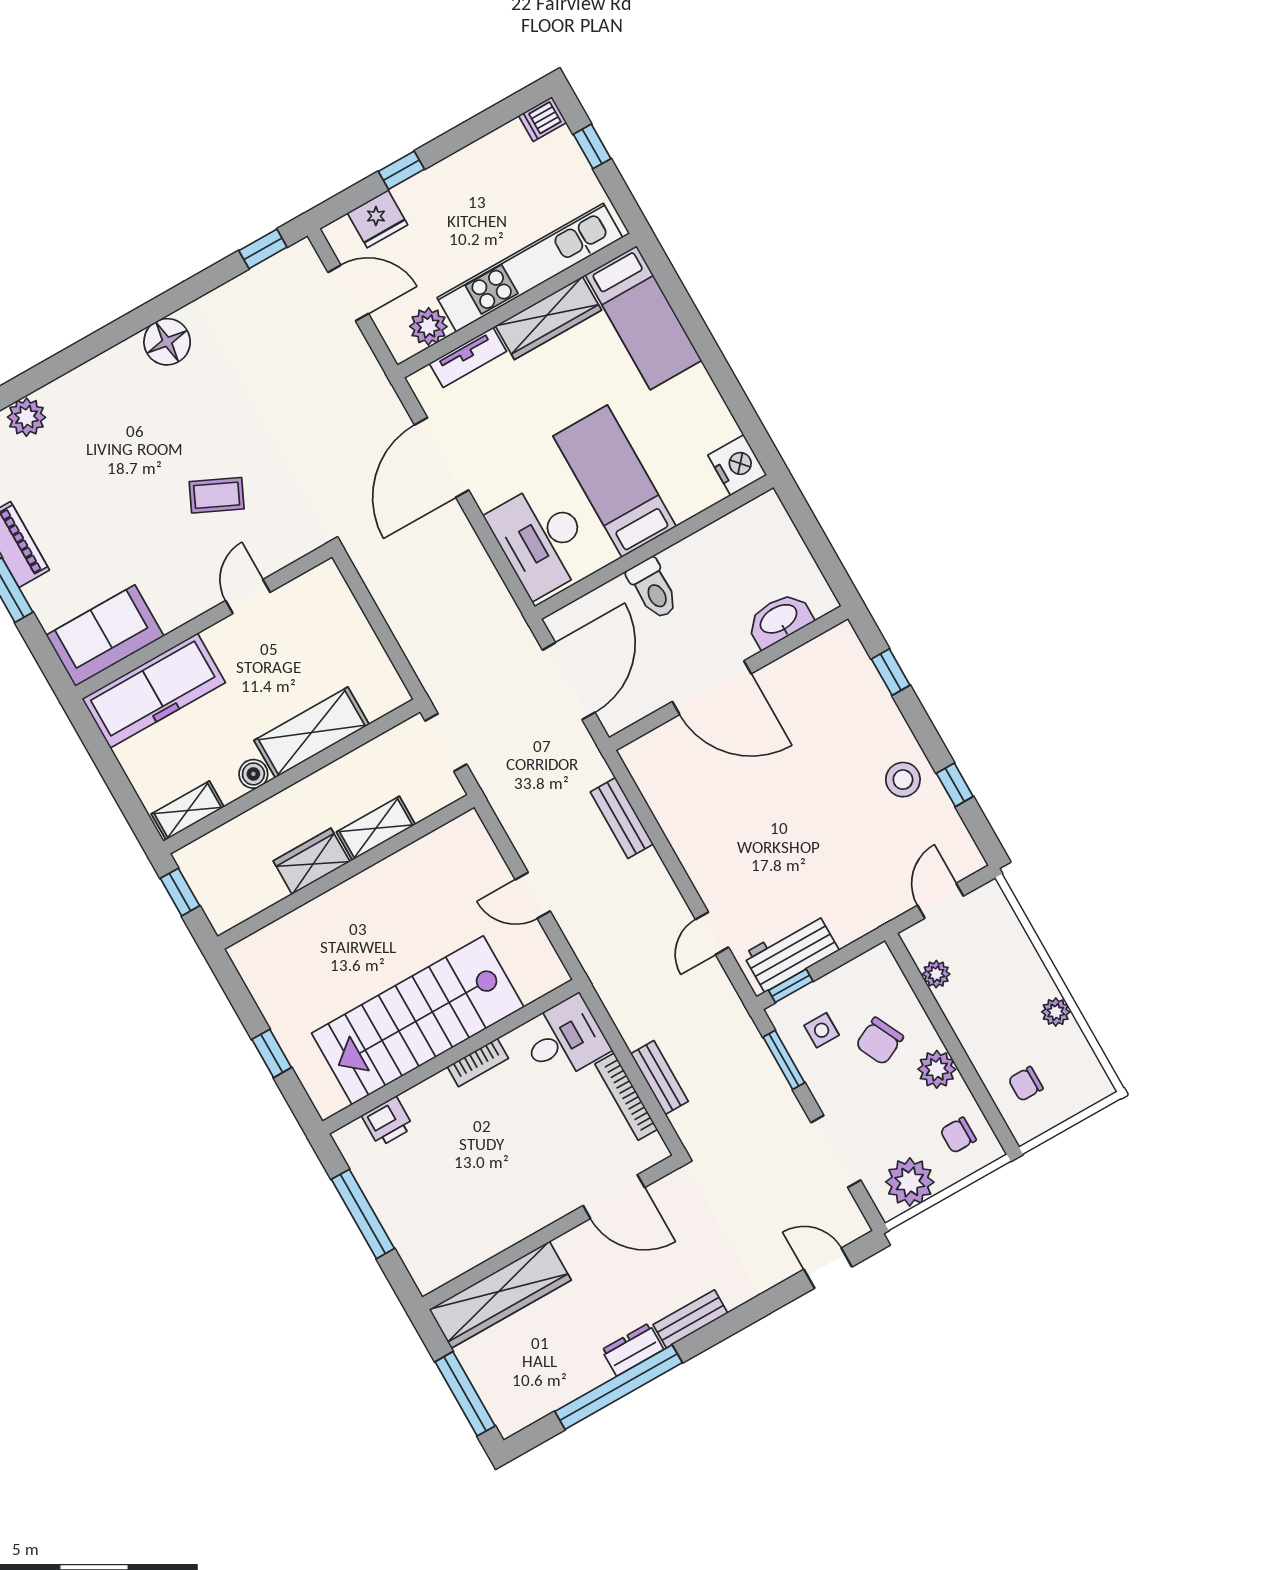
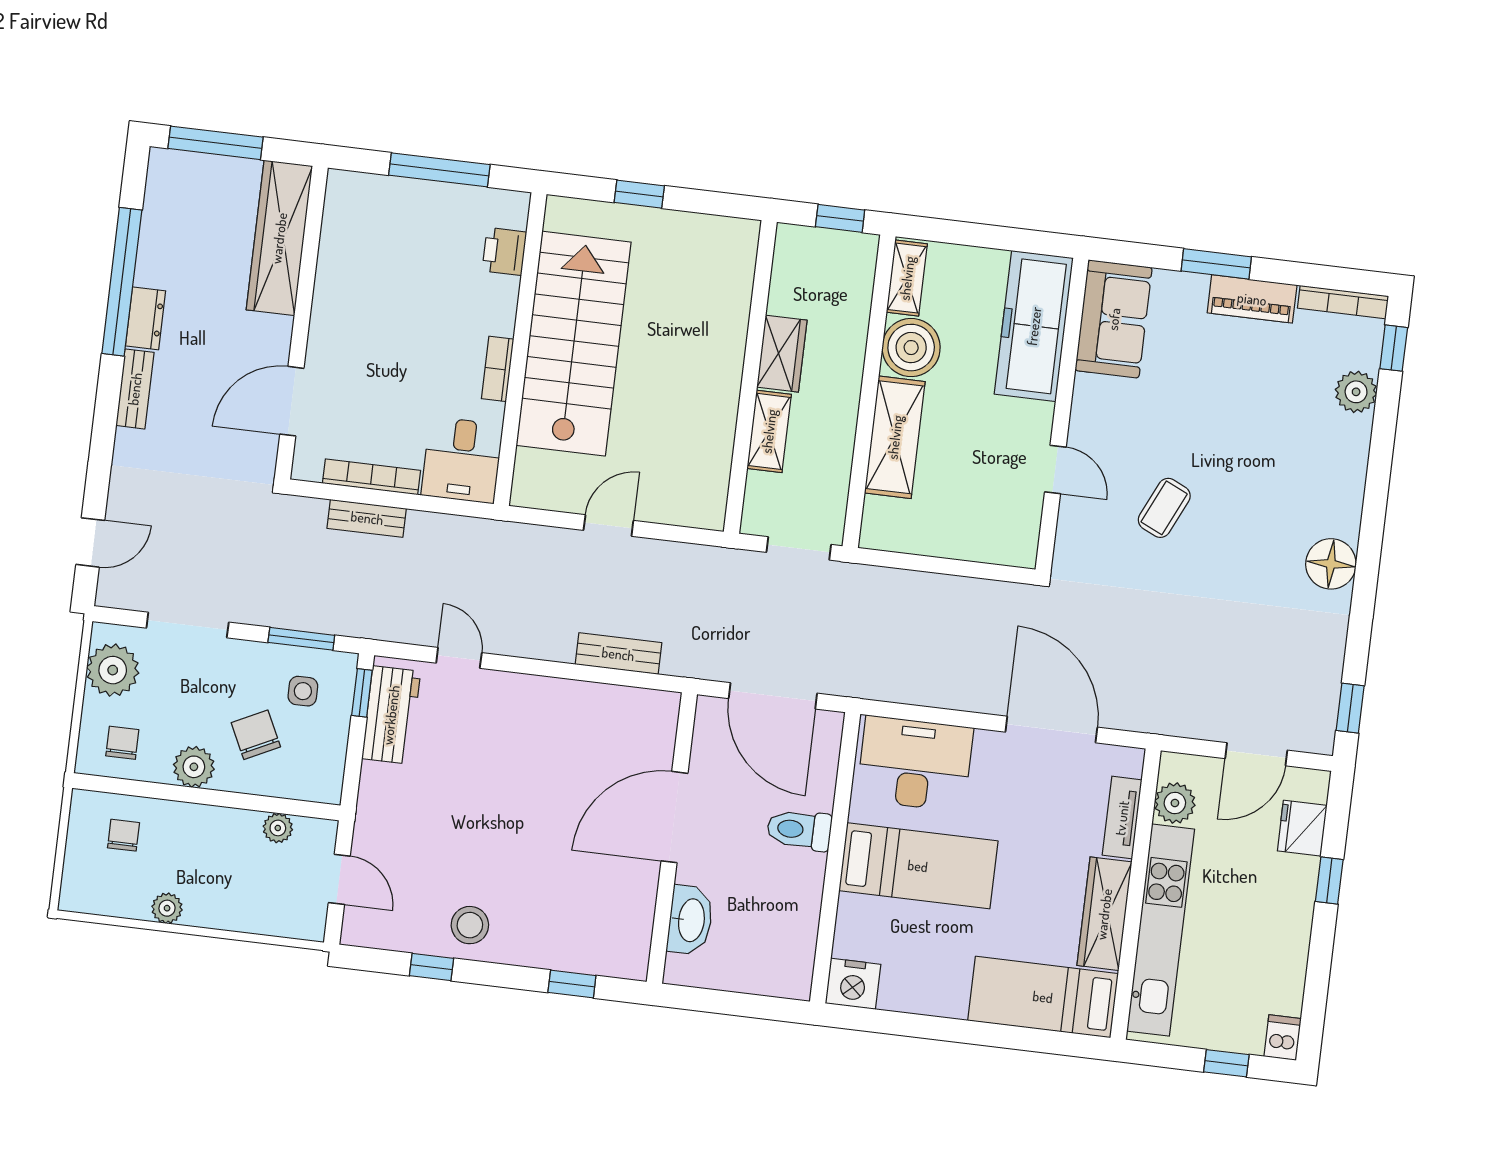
boiler: (253, 774) -> (911, 348), width x1.86, depth x1.86

